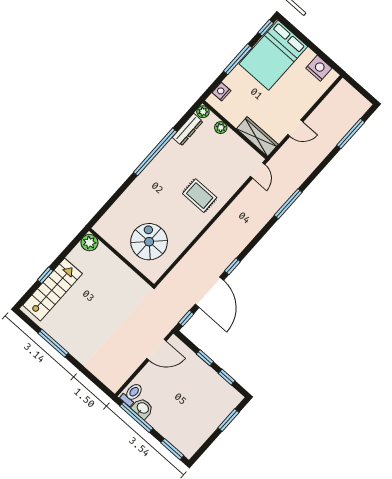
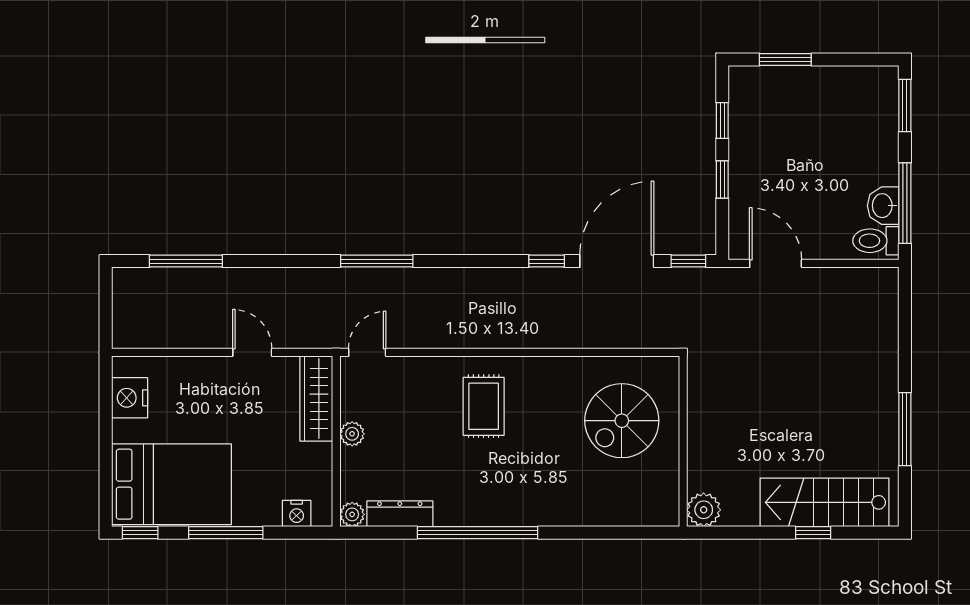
plant: (221, 128) -> (352, 434), moved

